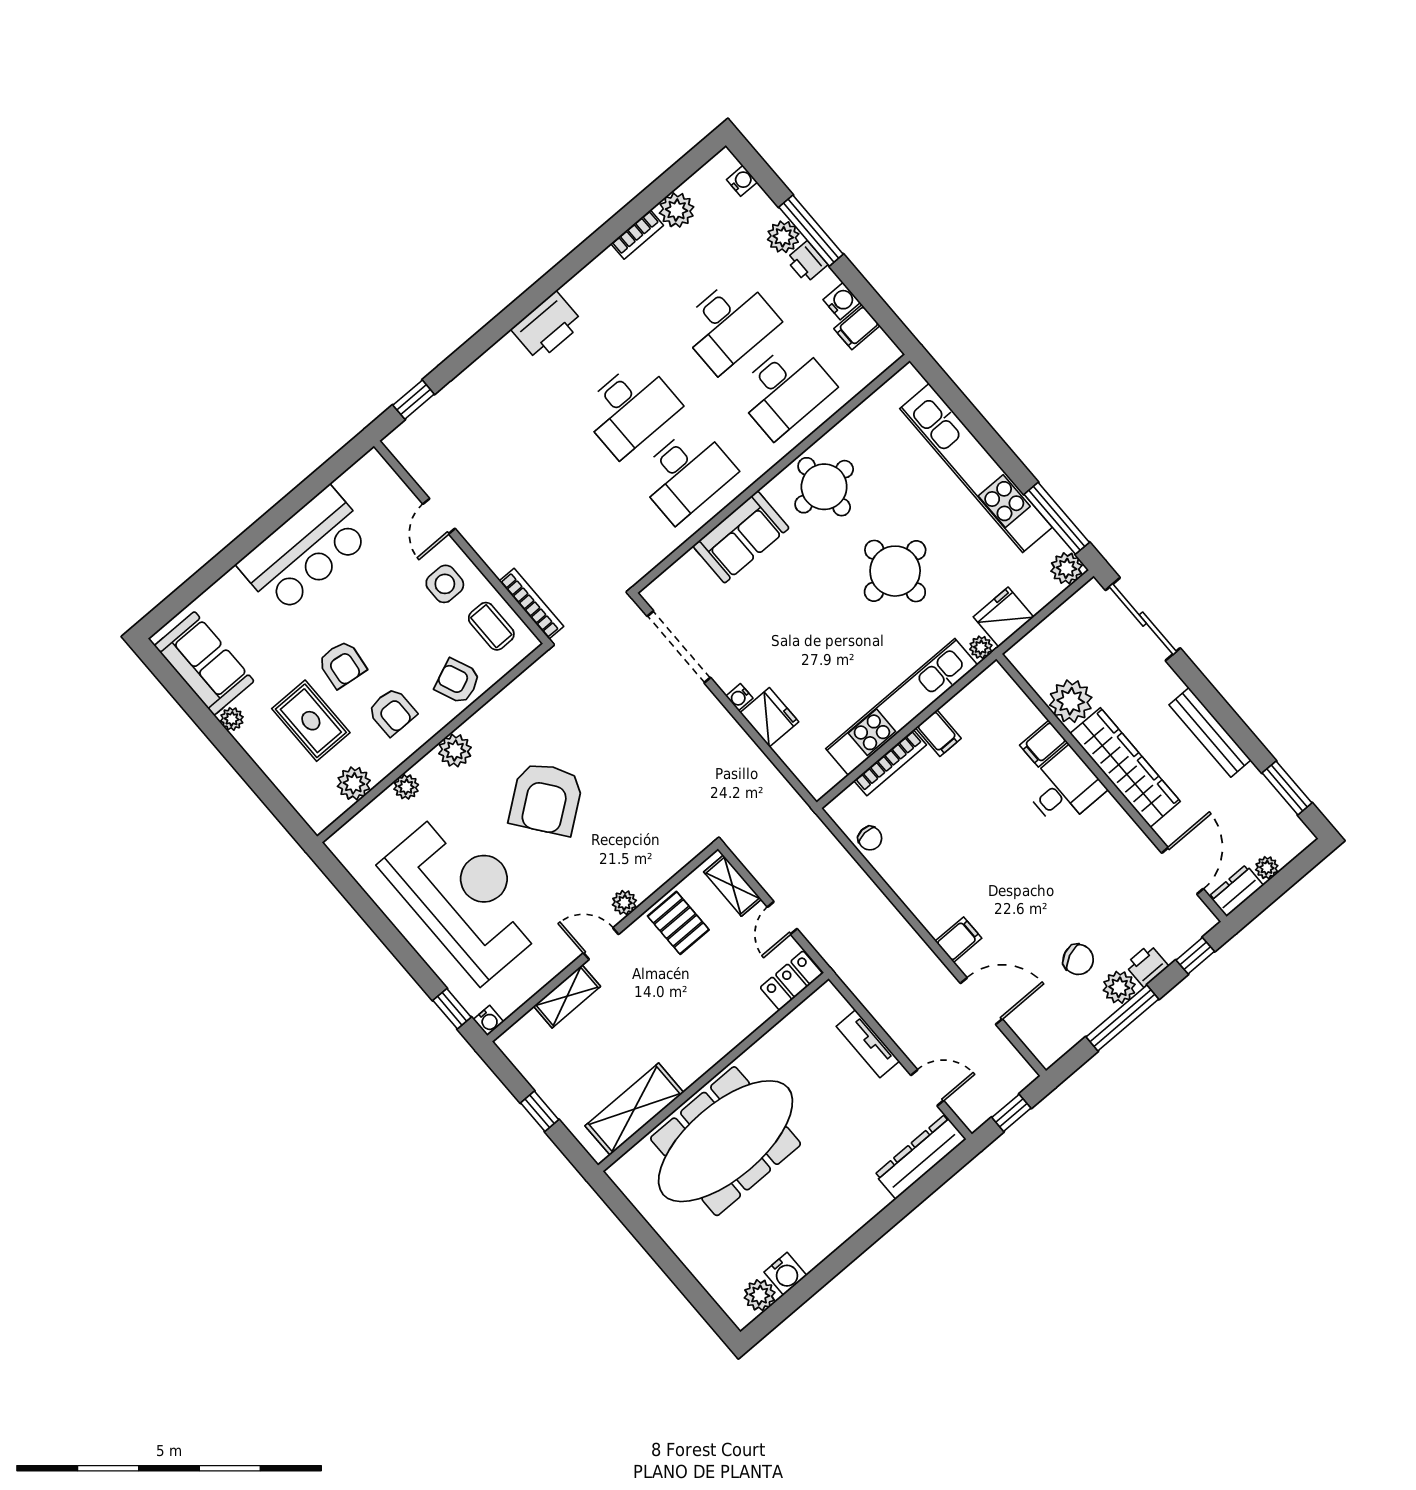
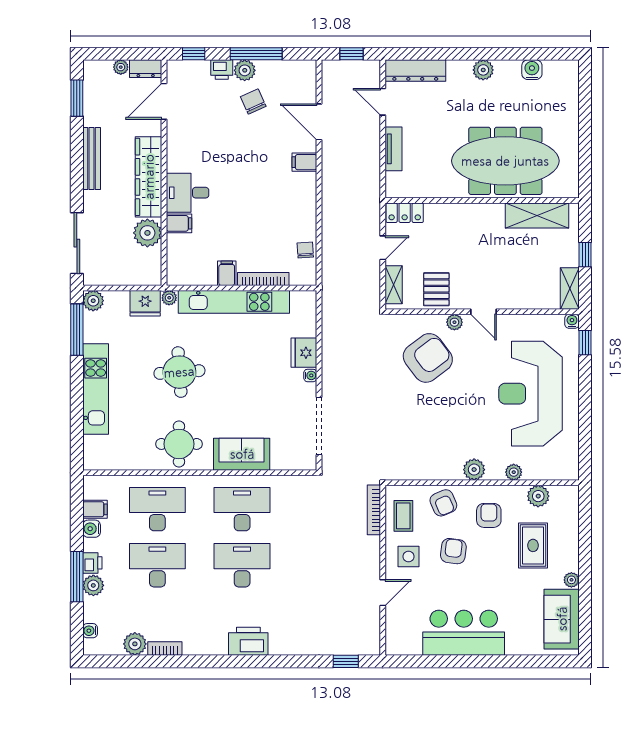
kitchen unit: (976, 468) -> (96, 389), width x0.73
armchair: (342, 664) -> (453, 551), moved
armchair: (546, 799) -> (428, 358), moved
shelving: (567, 996) -> (570, 289), moved, turned 90
plant: (760, 1295) -> (483, 70), moved

